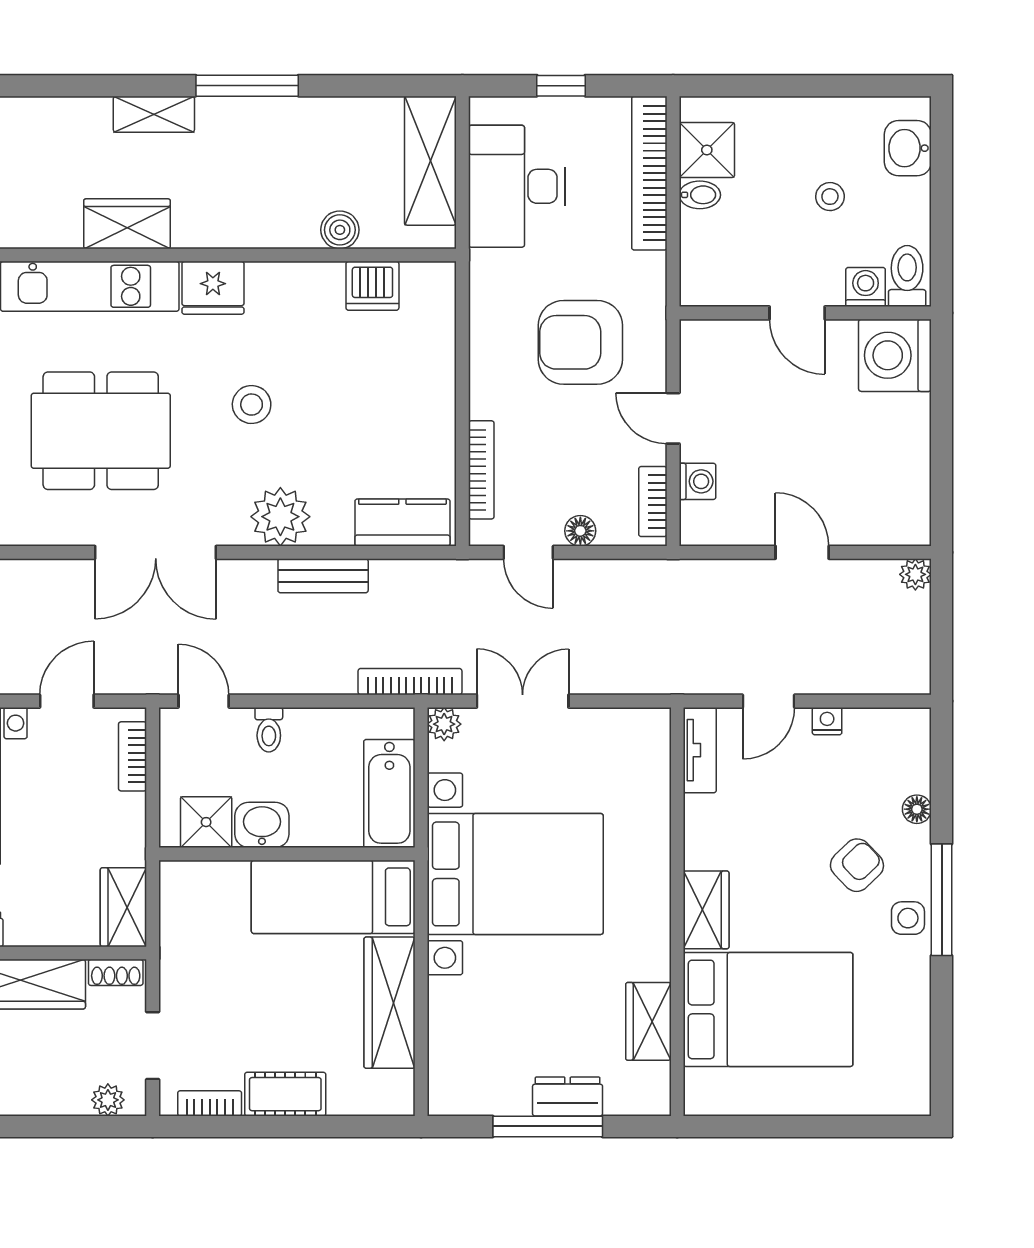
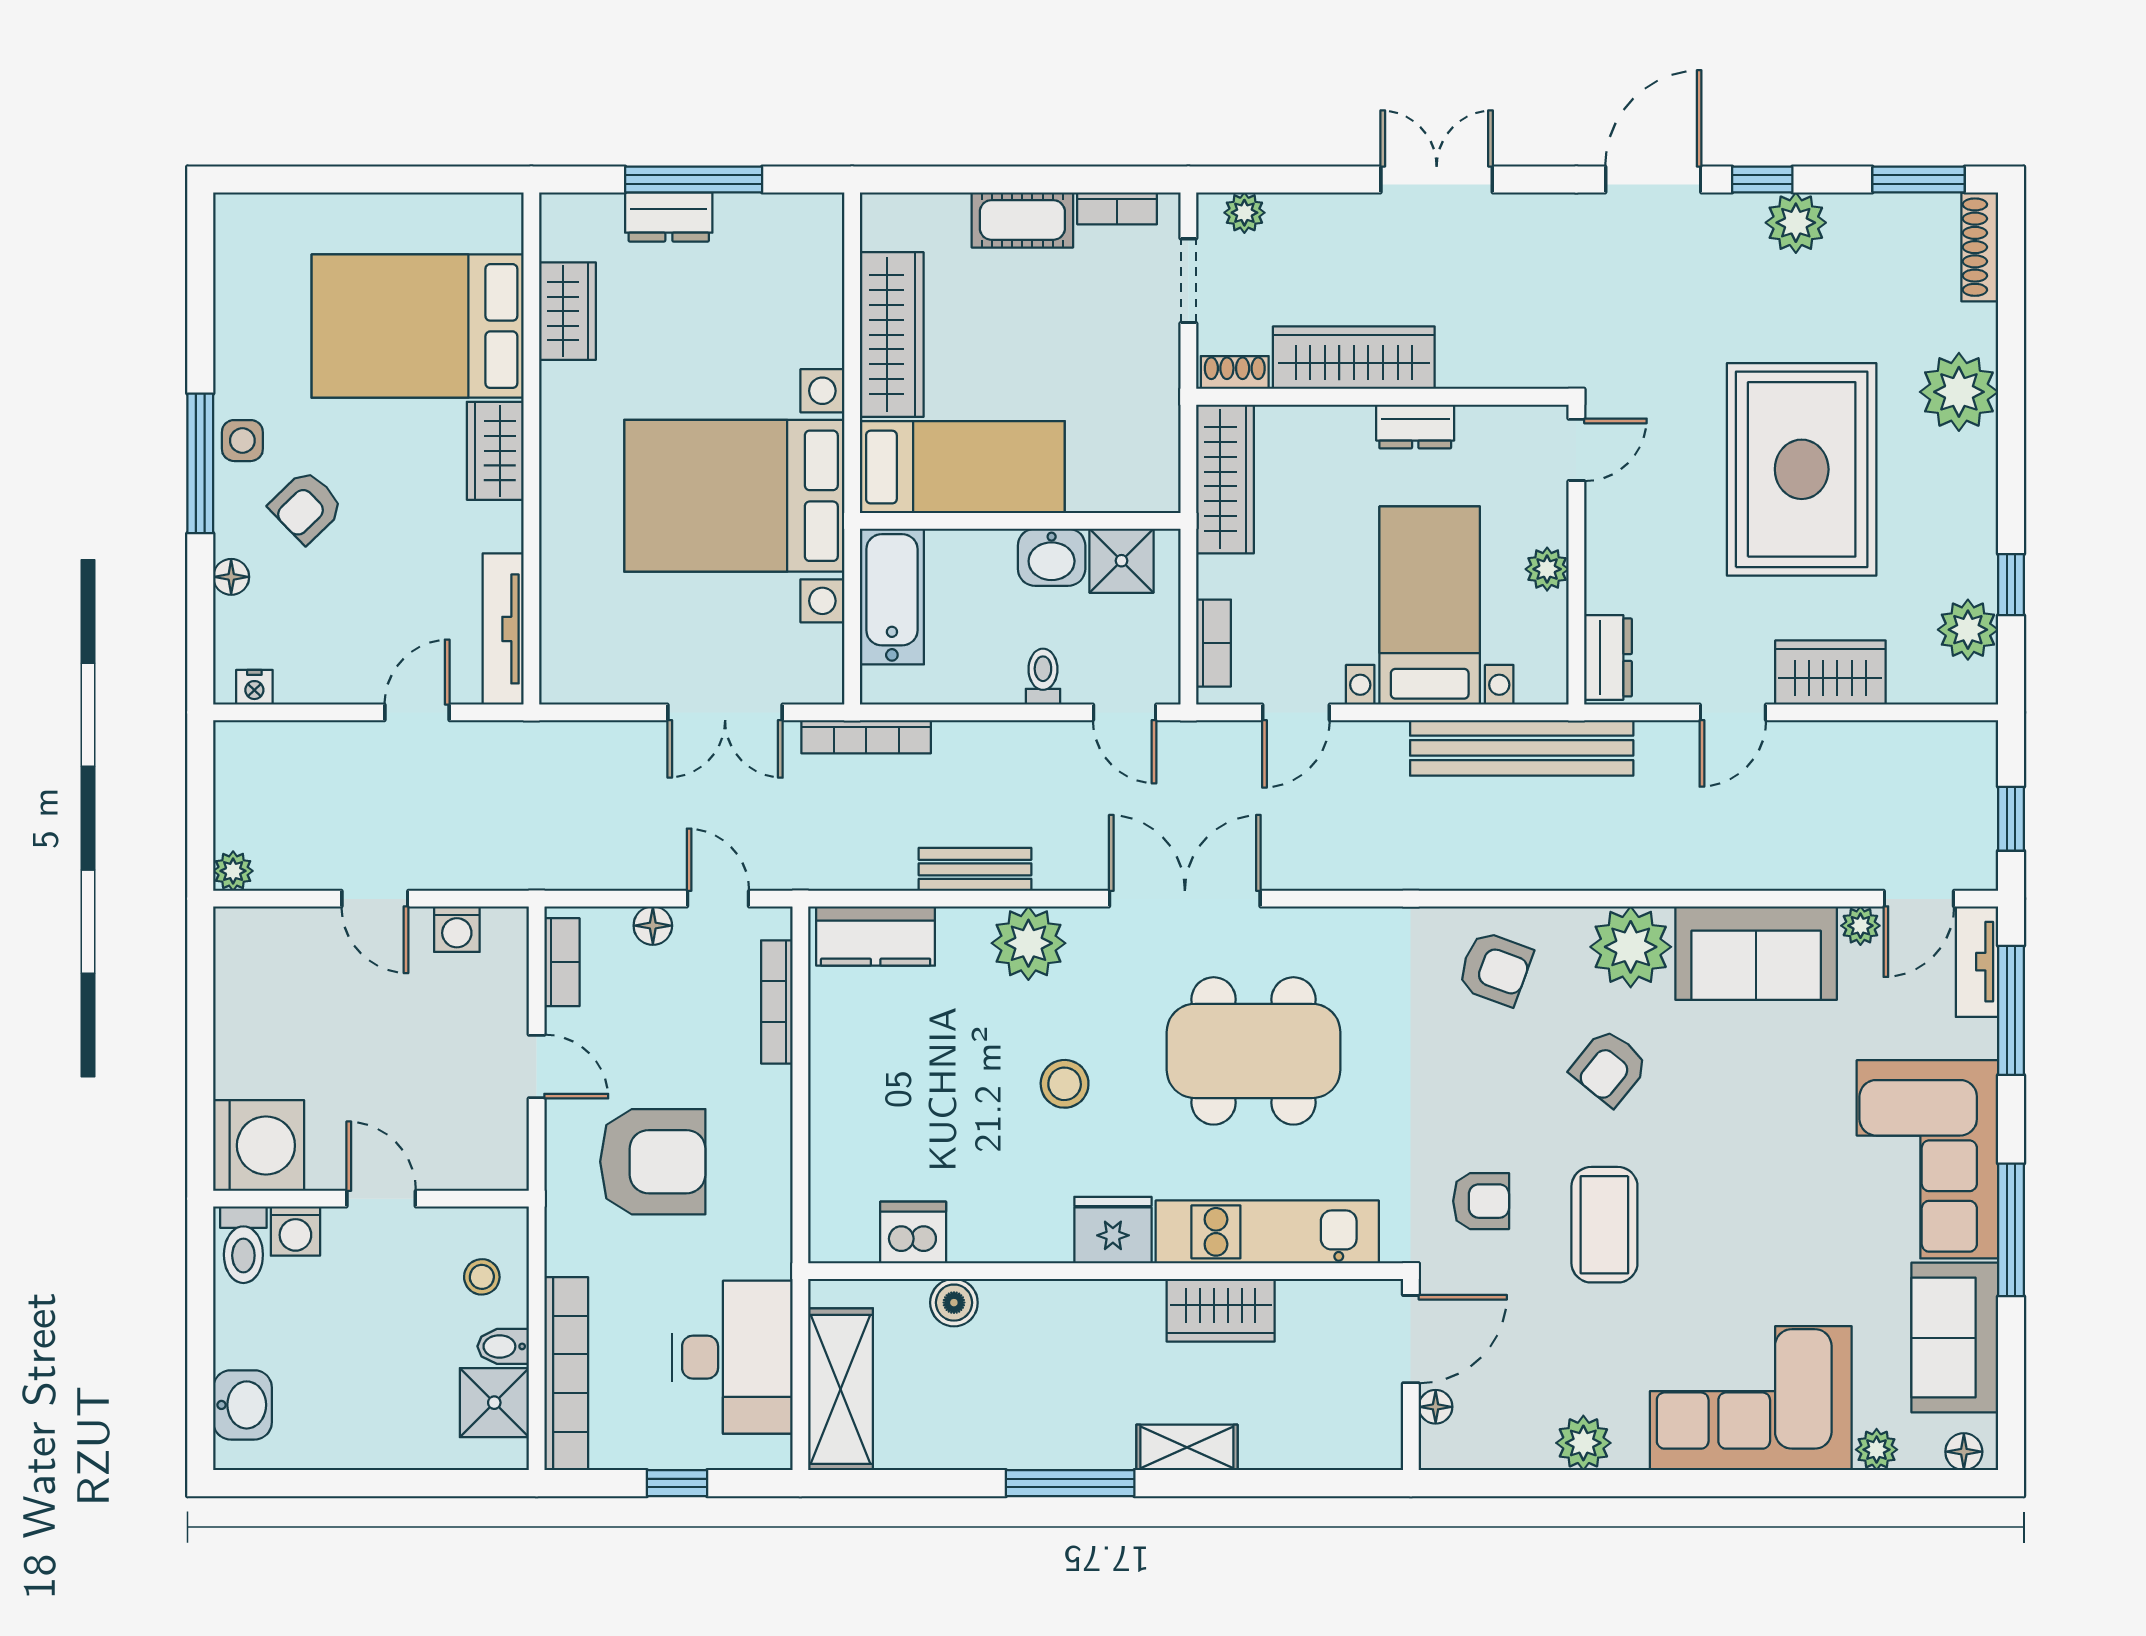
stool: (830, 197) -> (482, 1277), moved
washing machine: (697, 481) -> (457, 929), moved, turned -90
nightstand: (827, 721) -> (254, 687), moved
plant: (444, 724) -> (823, 684), removed
tv unit: (700, 750) -> (503, 629), width x1.41
wardrobe: (123, 907) -> (1225, 479), width x1.50

